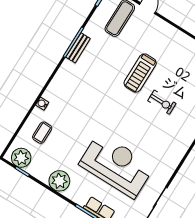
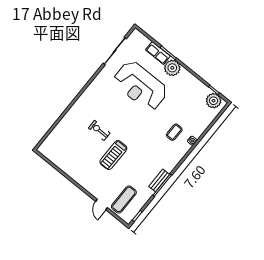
treadmill: (140, 73) -> (113, 155), turned 180
coffee table: (42, 133) -> (174, 132), moved
plant: (59, 181) -> (172, 68), moved

